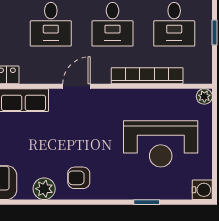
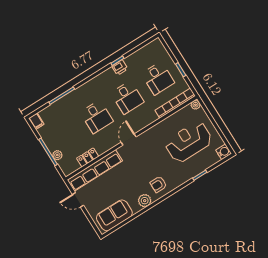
bookcase: (147, 76) -> (175, 103), moved
reception desk: (161, 144) -> (189, 142), turned 180

